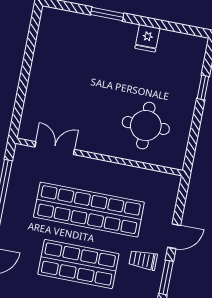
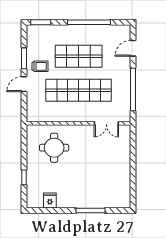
window: (107, 14) -> (91, 210), width x1.44
fridge: (147, 38) -> (50, 201), moved

